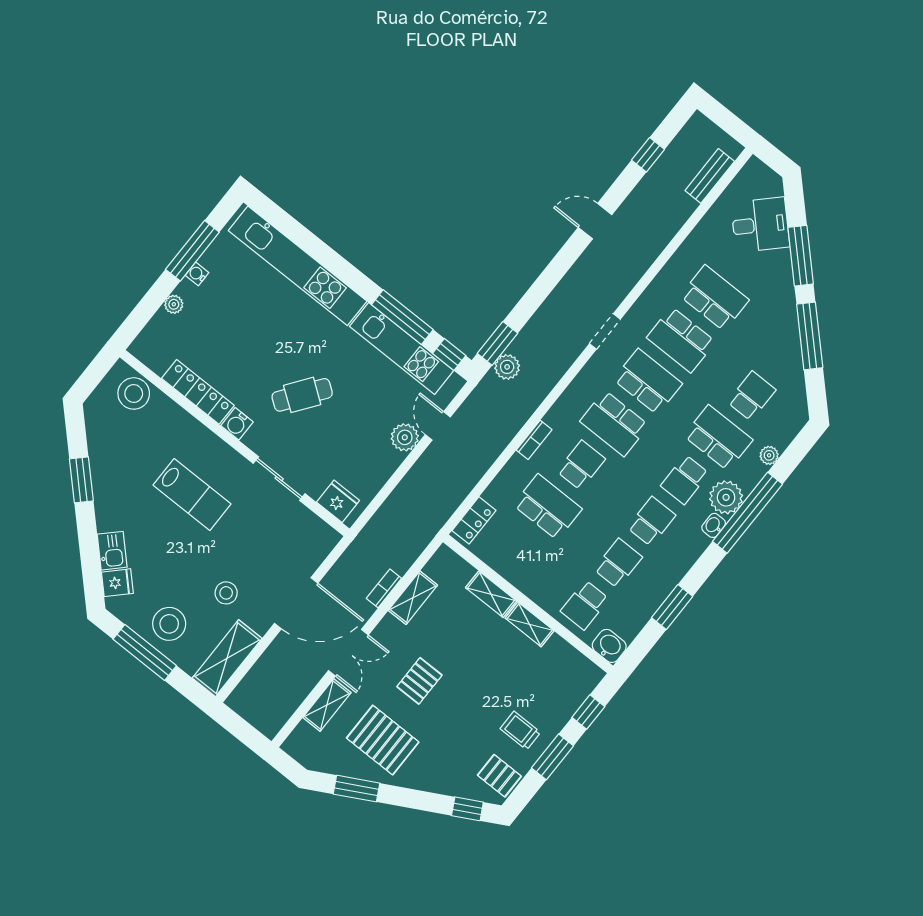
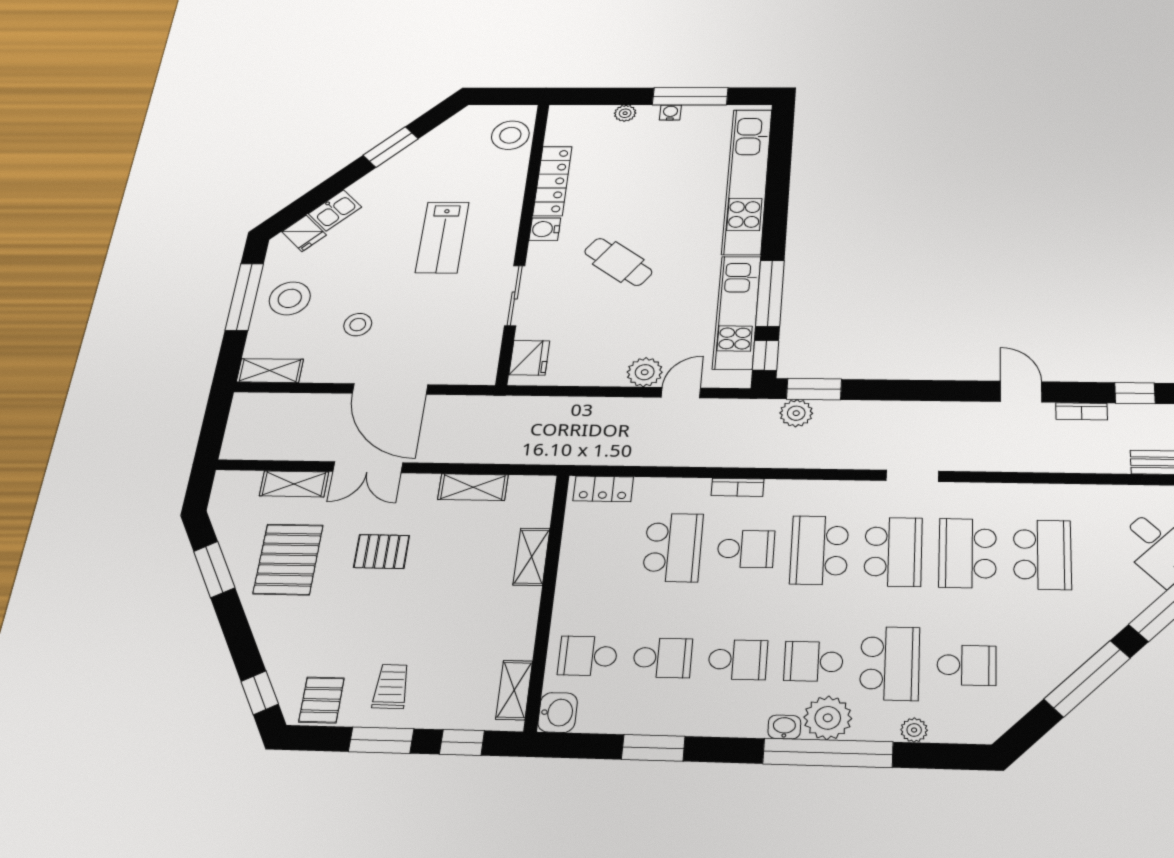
bookcase: (384, 588) -> (1081, 411), moved, turned 180
shelving: (530, 624) -> (514, 690), moved
shelving: (227, 658) -> (270, 371), width x0.67, depth x0.75

